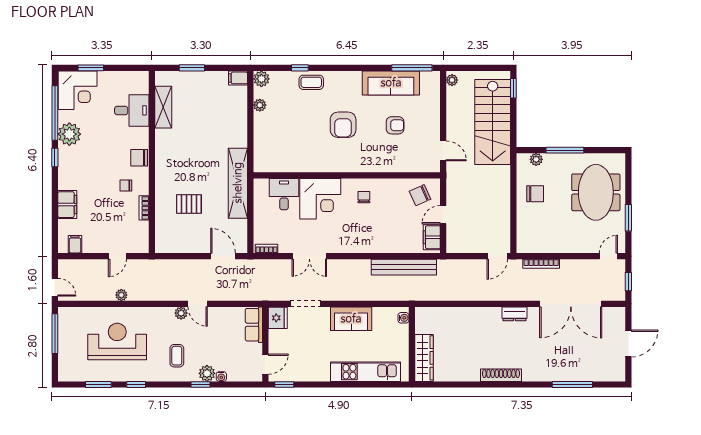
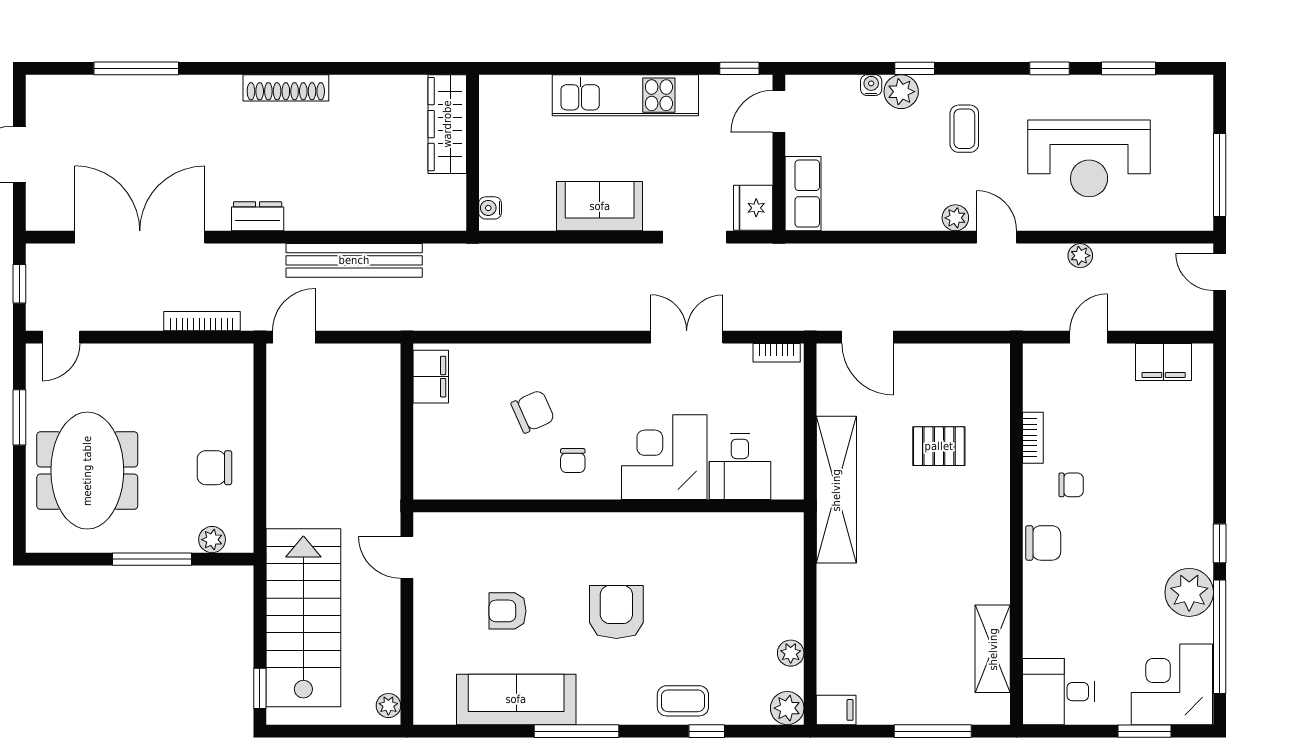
window: (192, 68) -> (933, 731), width x1.44
window: (412, 68) -> (576, 731), moved
desk: (132, 110) -> (1058, 692), moved
chair: (420, 195) -> (533, 411), moved
filing cabinet: (67, 205) -> (1194, 445), removed
door: (443, 215) -> (407, 424), removed
filing cabinet: (75, 244) -> (1164, 362), width x2.00
bench: (404, 267) -> (354, 260), moved
door: (198, 304) -> (997, 237), moved
kitchen unit: (365, 372) -> (625, 95), moved

